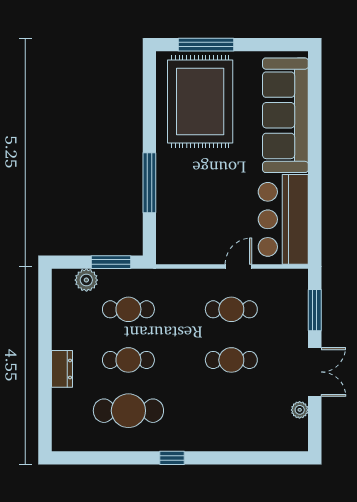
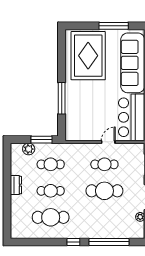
window: (206, 45) -> (114, 26), moved
cafe table: (231, 360) -> (104, 191), width x1.37, depth x1.35
dresser: (62, 369) -> (16, 185), moved
window: (240, 458) -> (109, 242), added

